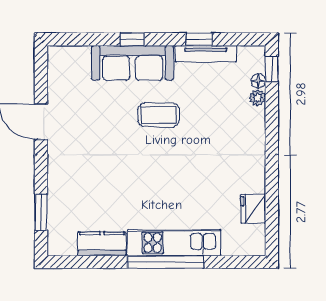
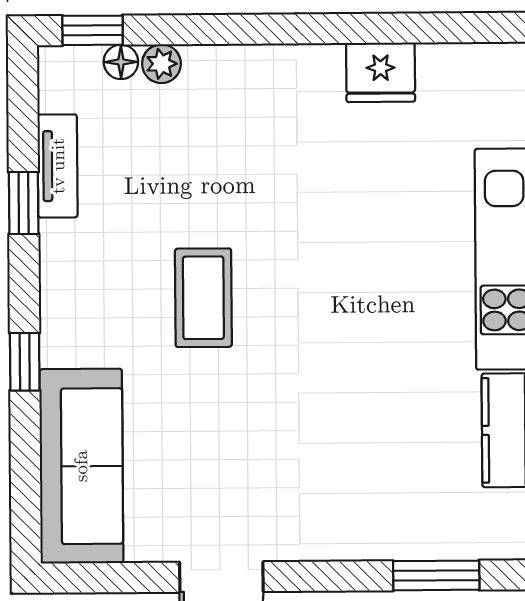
tv unit: (206, 54) -> (58, 166), width x0.71
sofa: (133, 63) -> (81, 466), moved
fridge: (253, 209) -> (381, 72), moved

